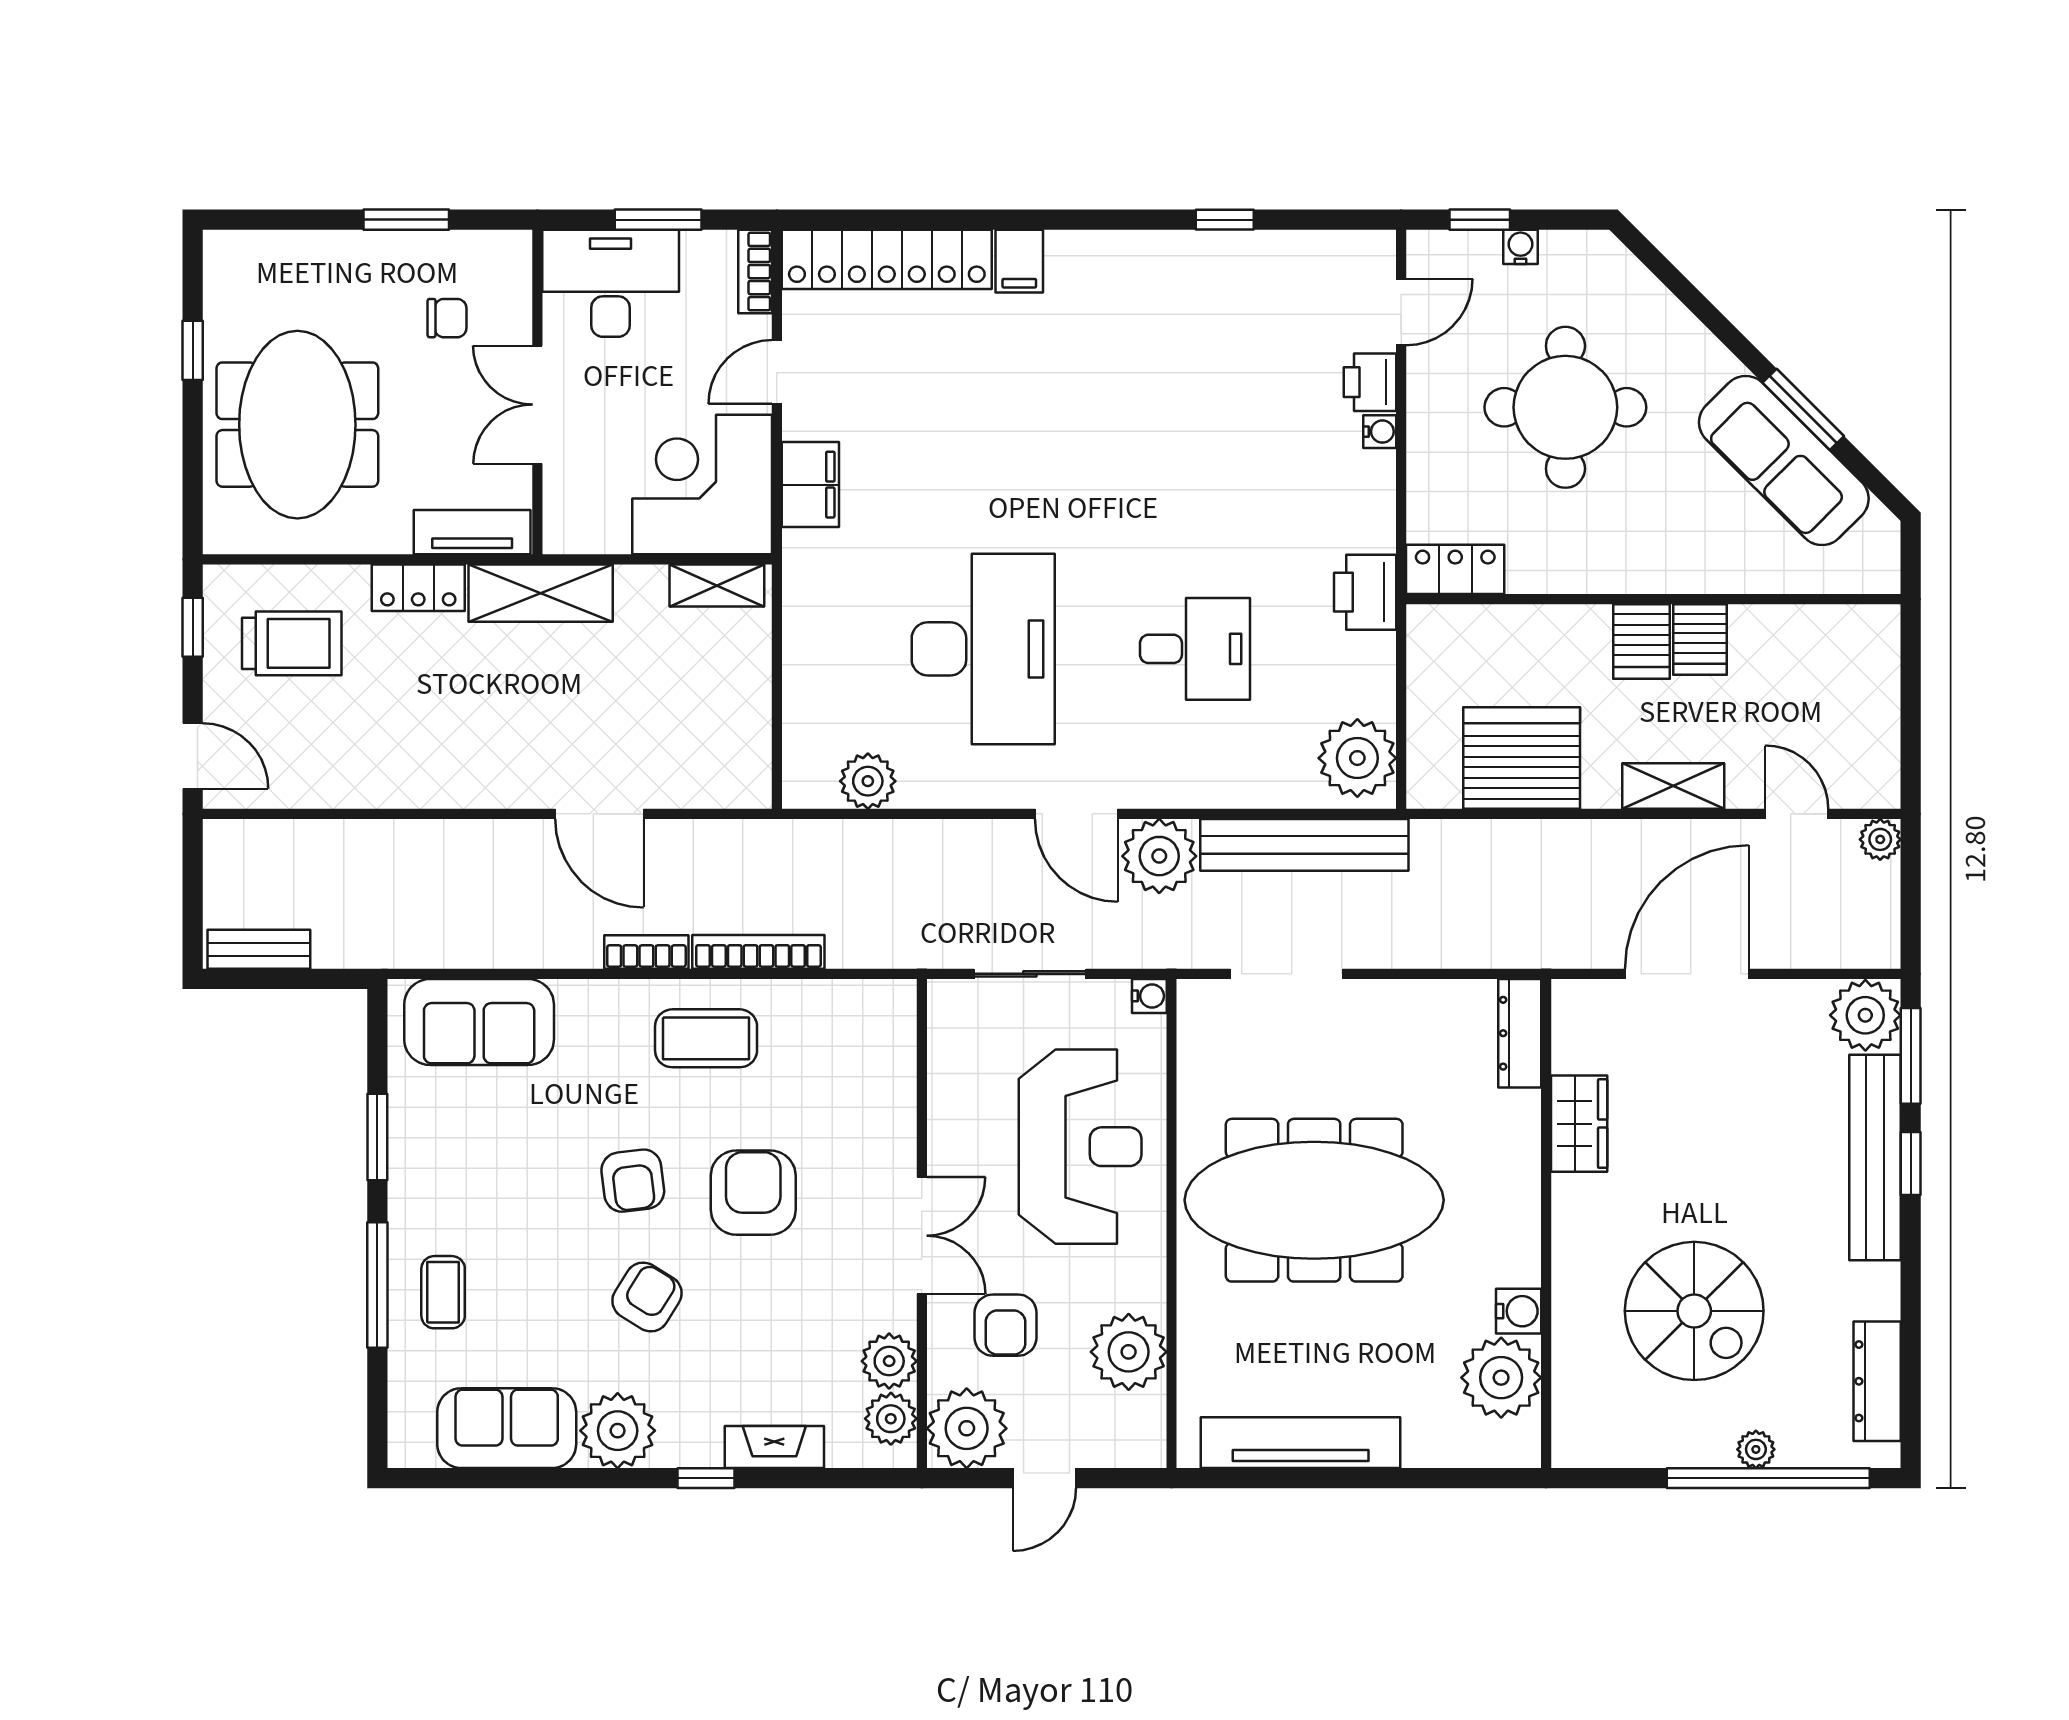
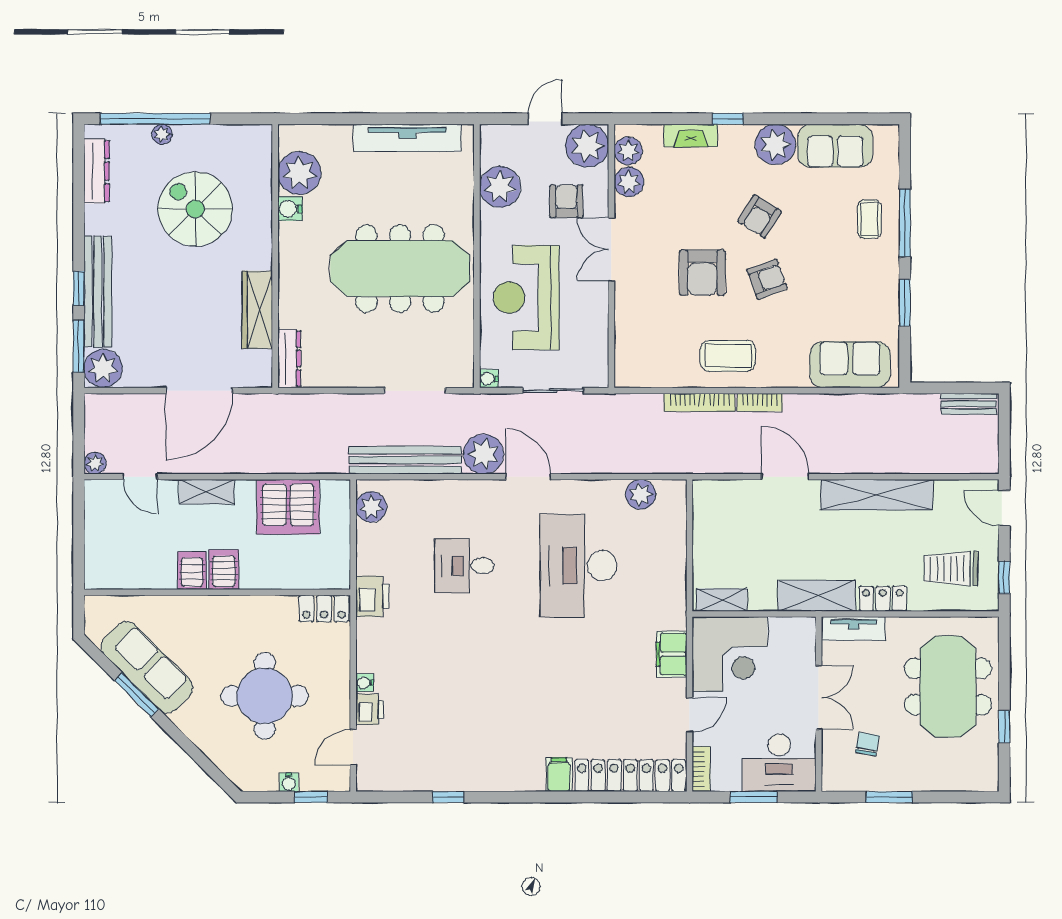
chair: (447, 318) -> (867, 744), turned 100
plant: (1357, 758) -> (371, 507), width x0.73, depth x0.73
shelving: (430, 781) -> (877, 495), added
wardrobe: (1579, 1124) -> (257, 310), width x1.50
armchair: (633, 1181) -> (767, 279), turned 77

